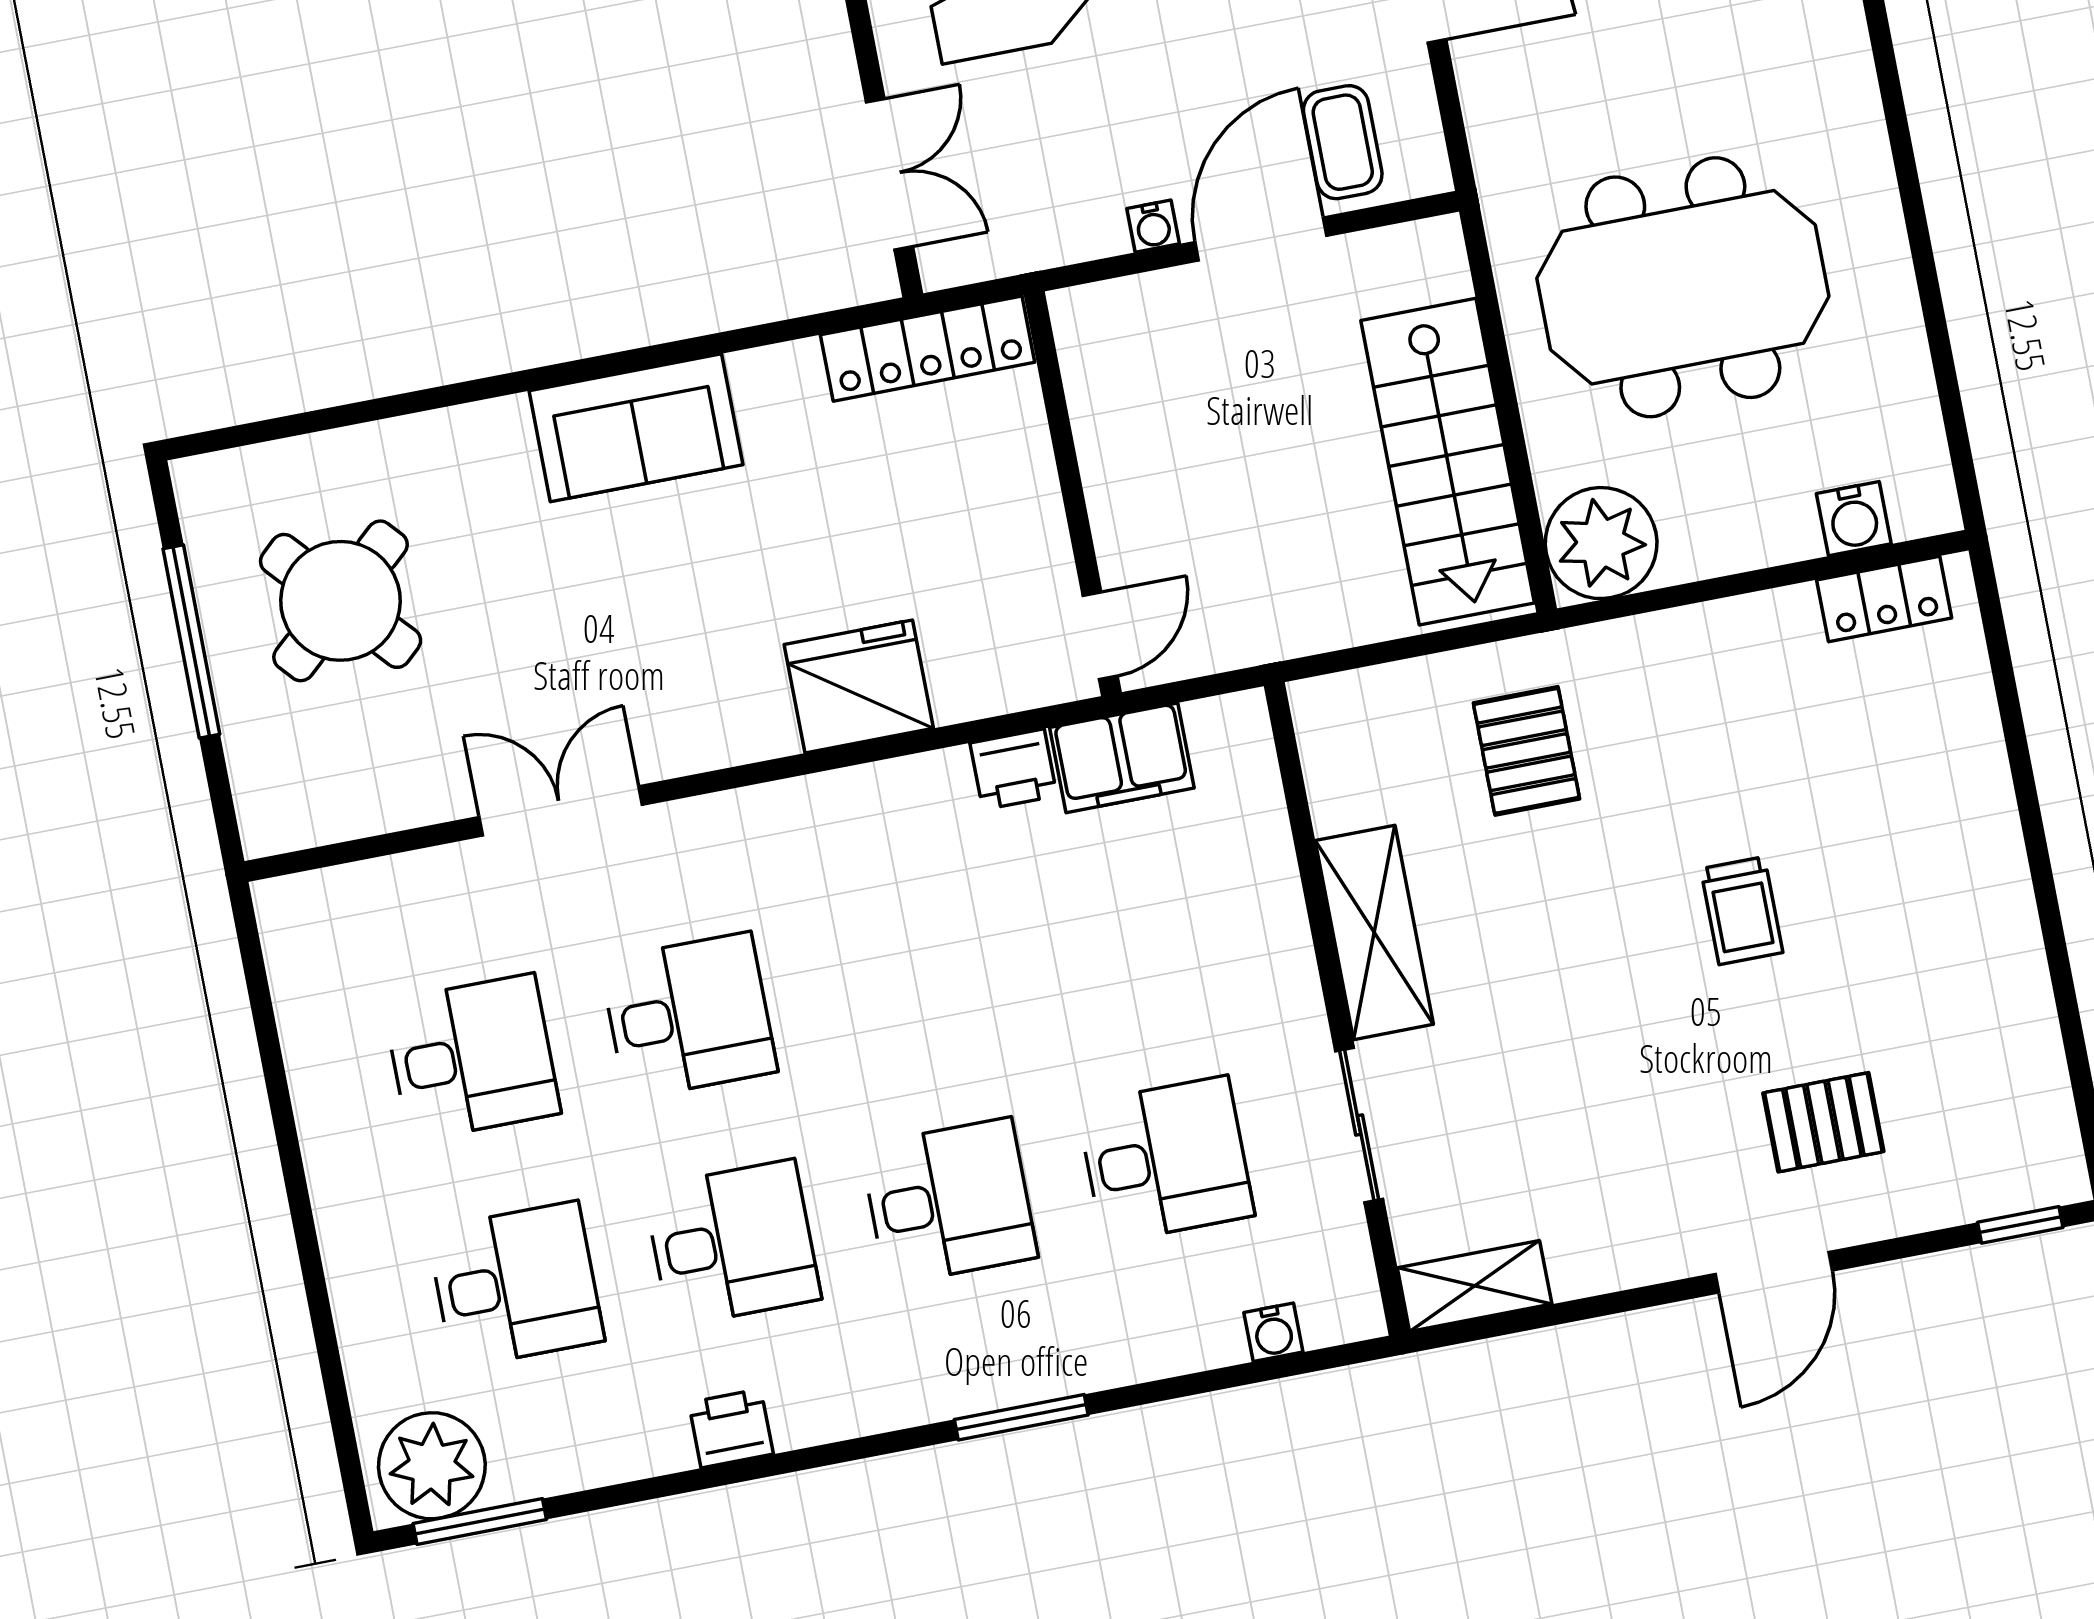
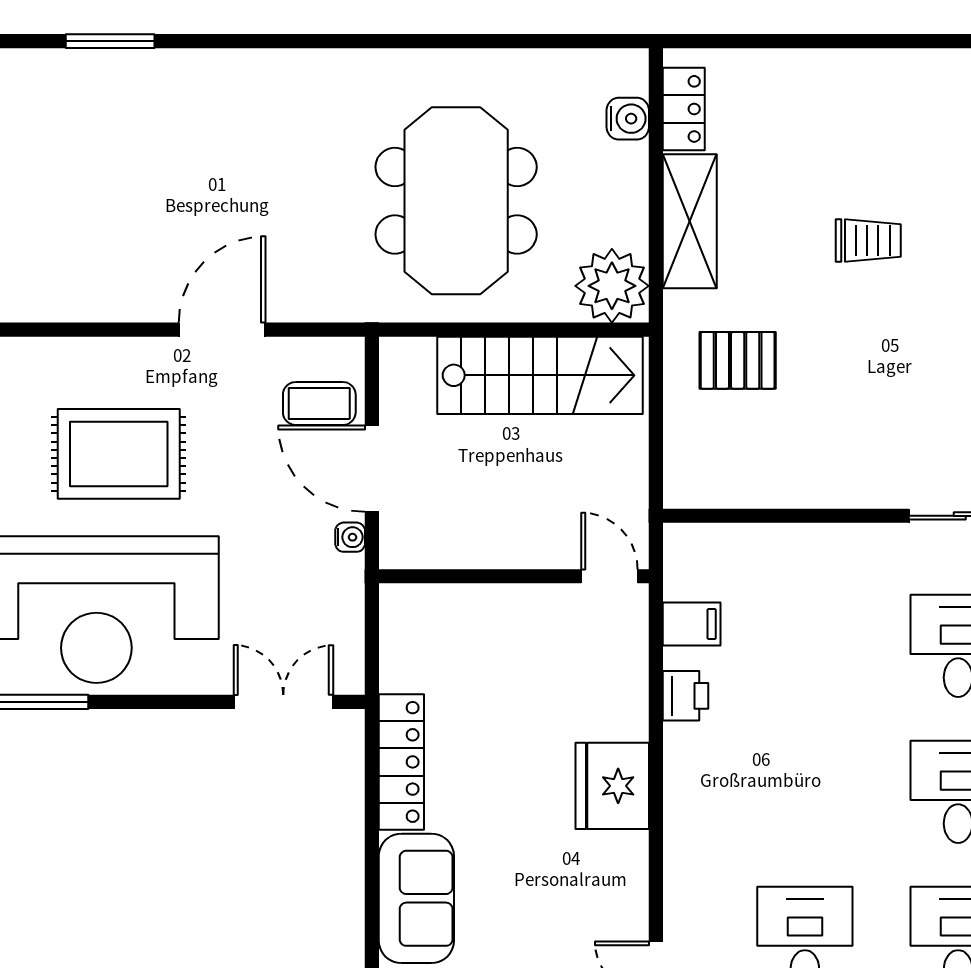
locker: (928, 349) -> (401, 762), moved
wall: (1073, 494) -> (514, 576), moved
door: (1100, 636) -> (609, 576), moved
filing cabinet: (1122, 758) -> (692, 624), width x0.50
shelving: (1374, 932) -> (690, 221), moved, turned 90

